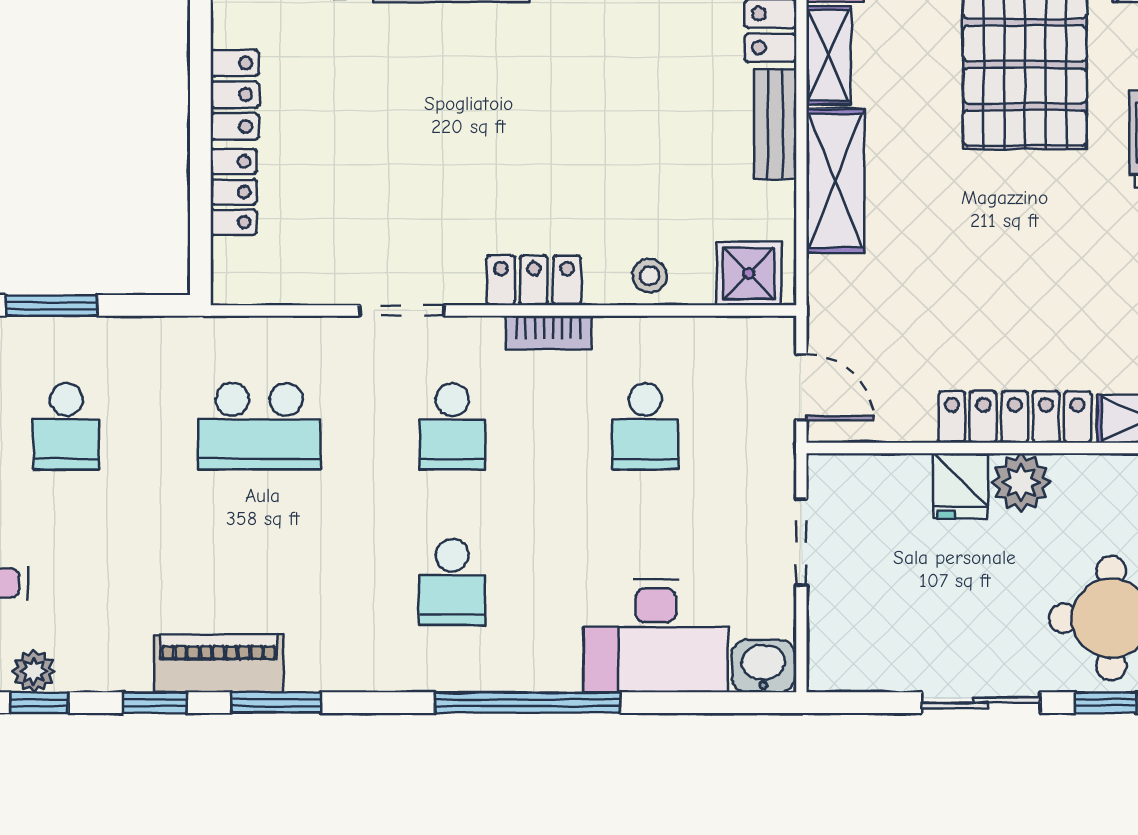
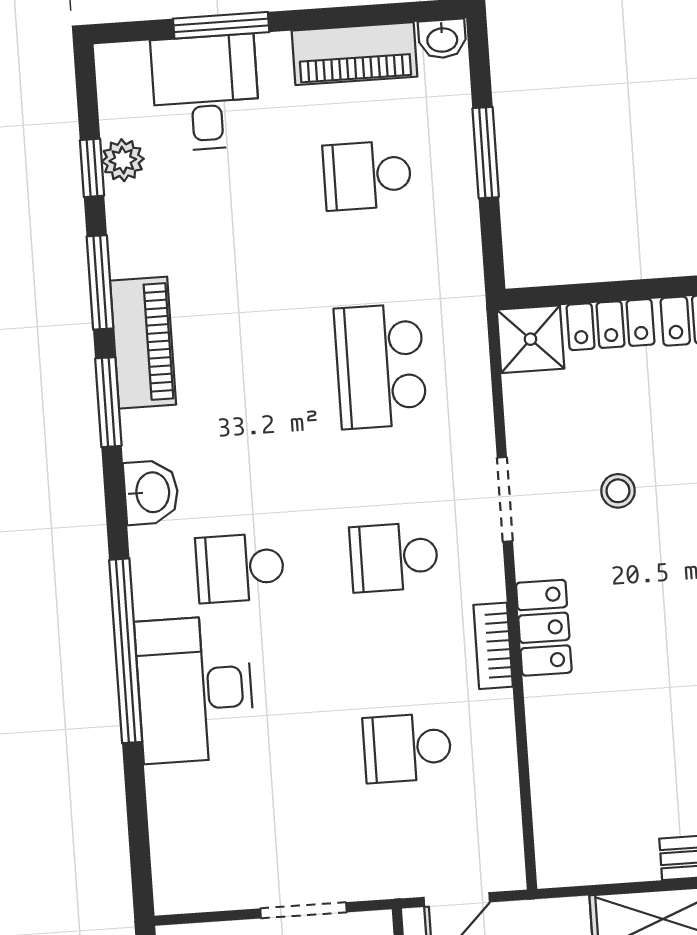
shower: (749, 273) -> (530, 339), moved
stool: (650, 276) -> (618, 491), moved
desk: (656, 636) -> (195, 689), moved
washbasin: (763, 666) -> (151, 492), moved
window: (155, 703) -> (100, 282), width x1.50

